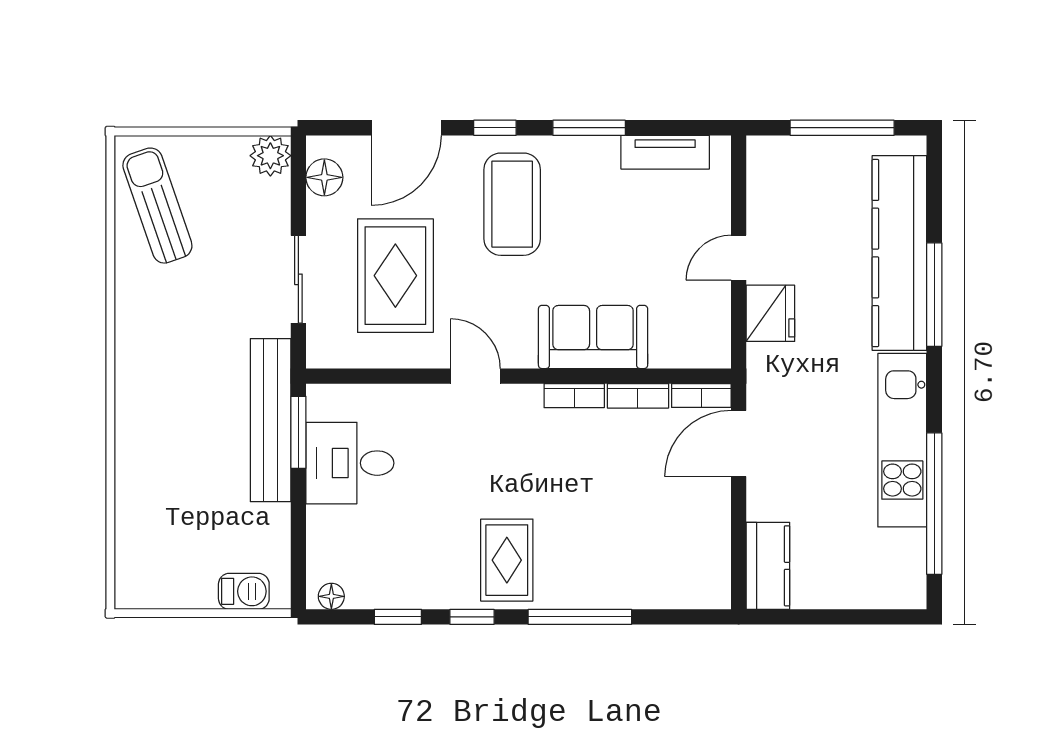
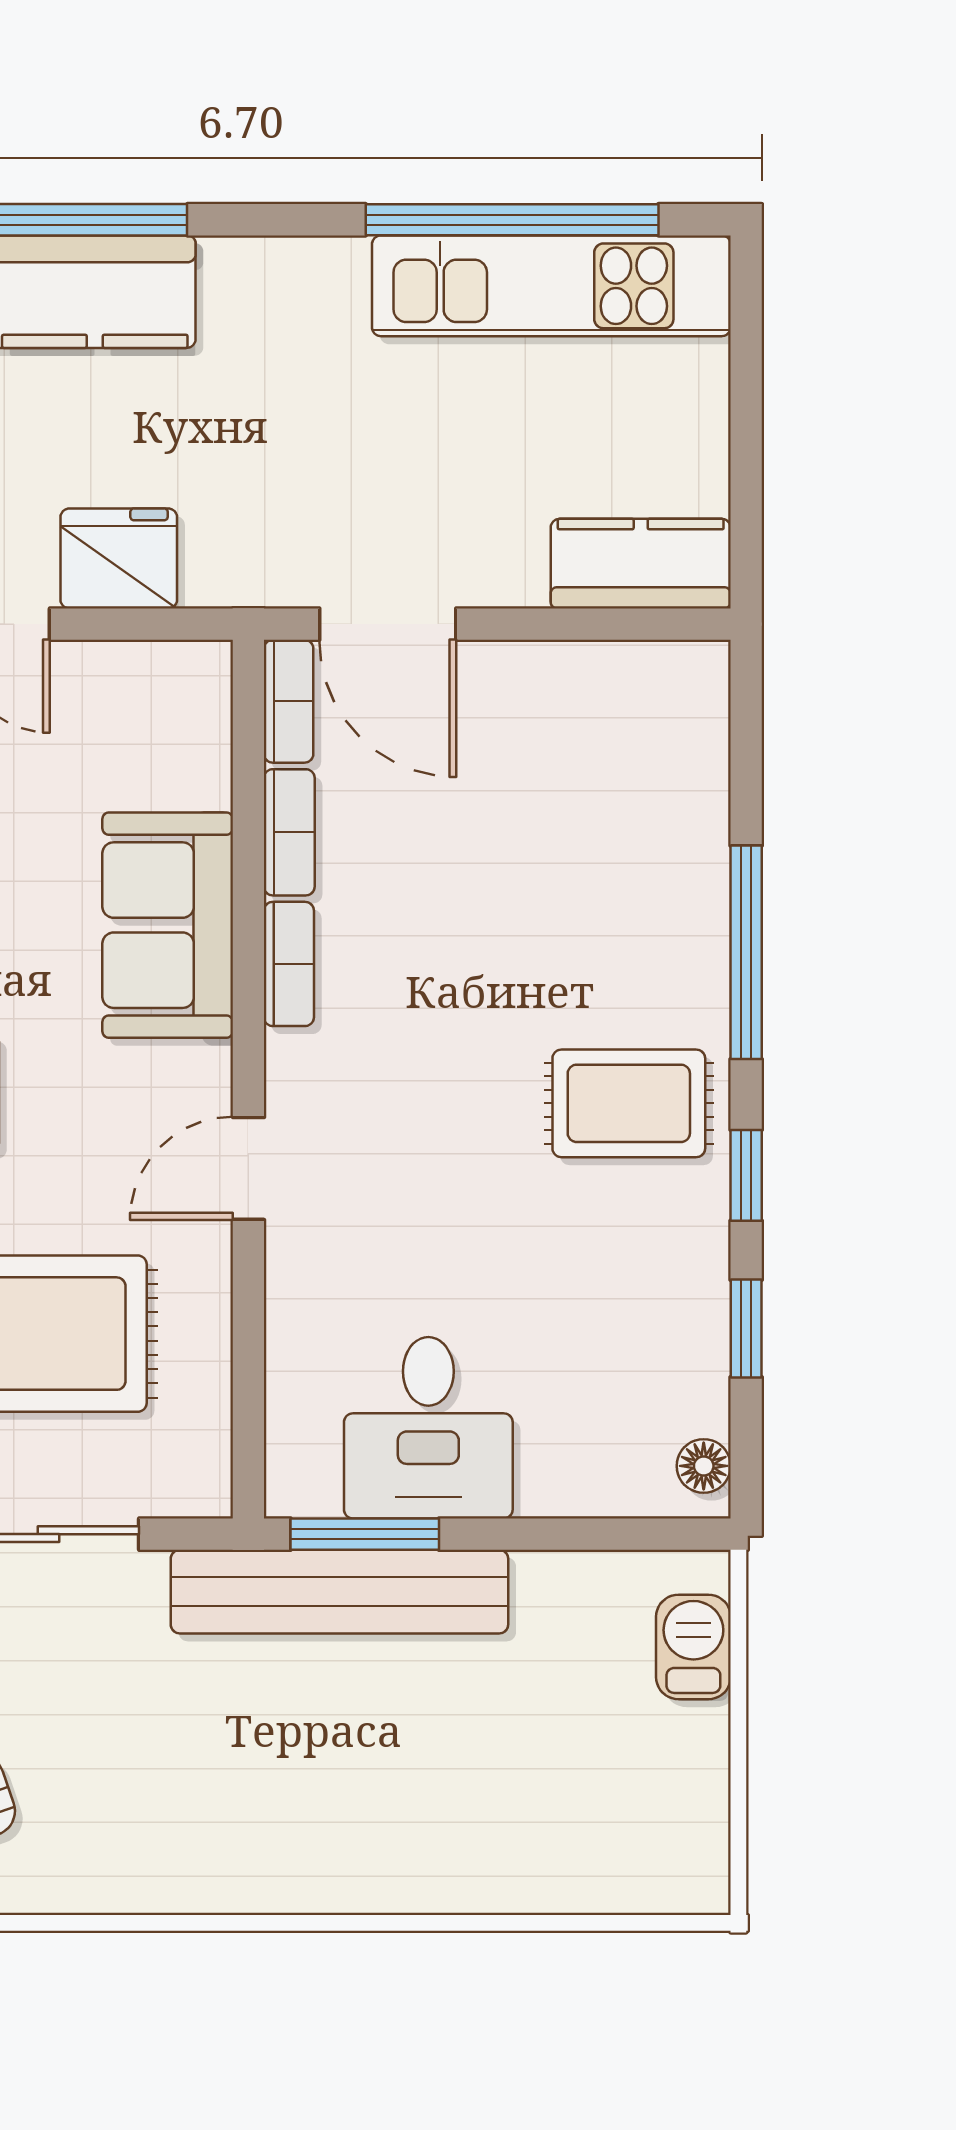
kitchen unit: (902, 440) -> (551, 286), moved

